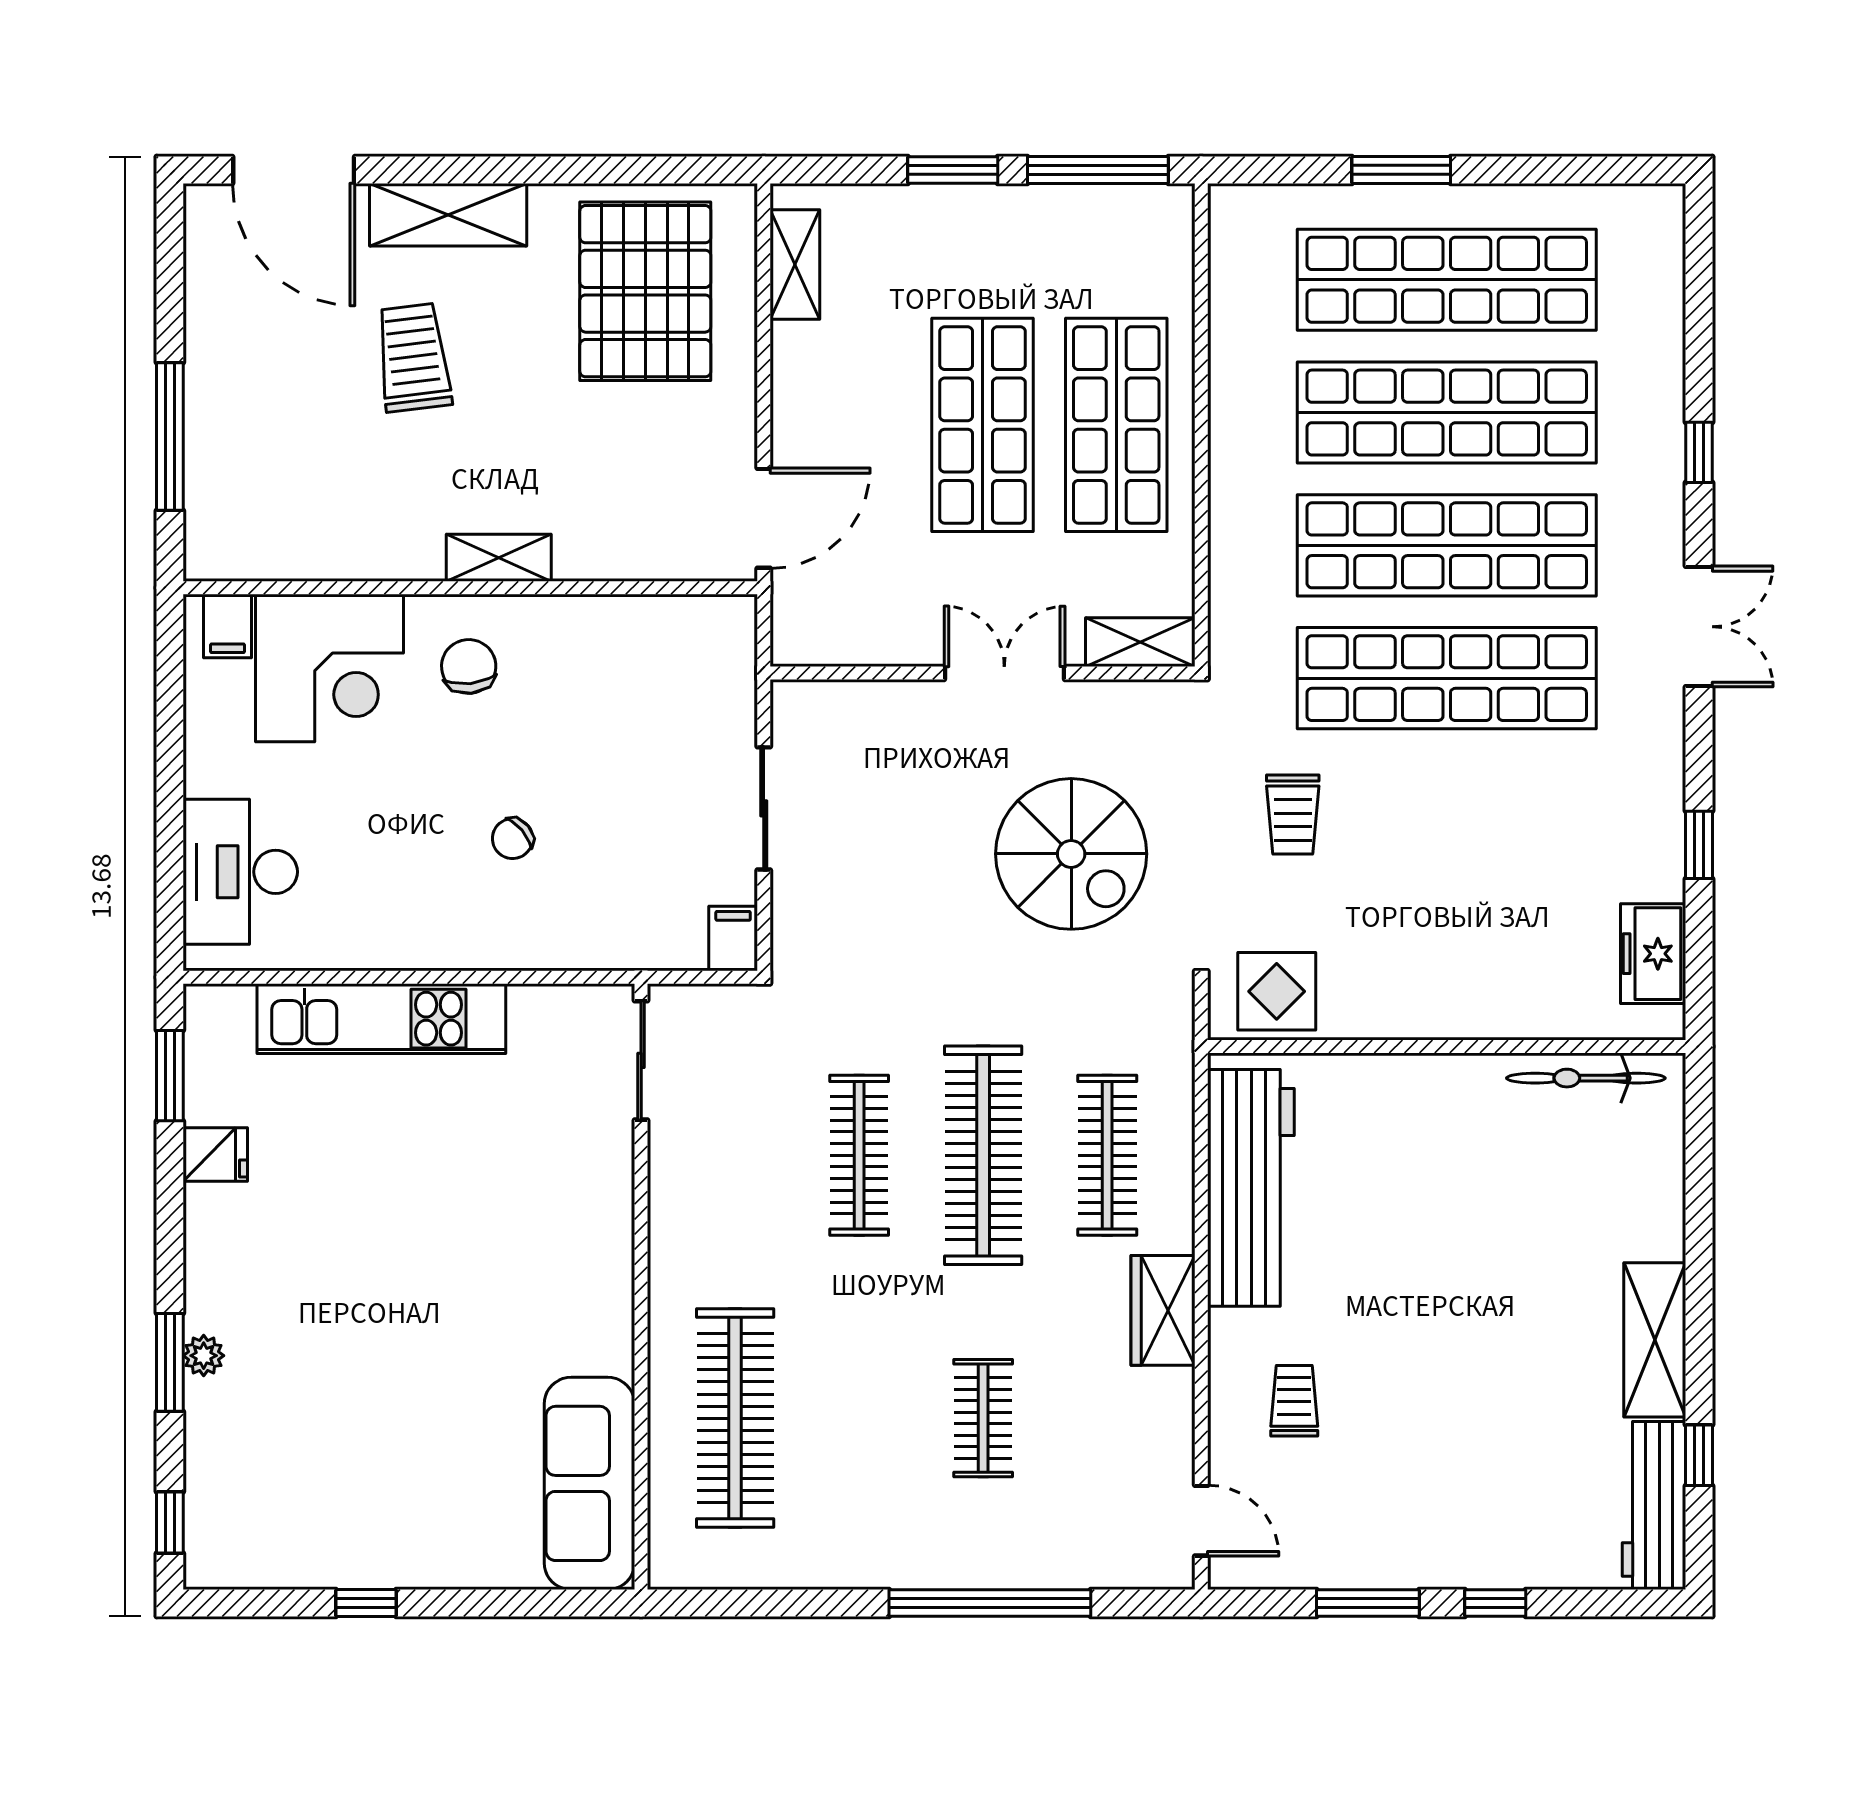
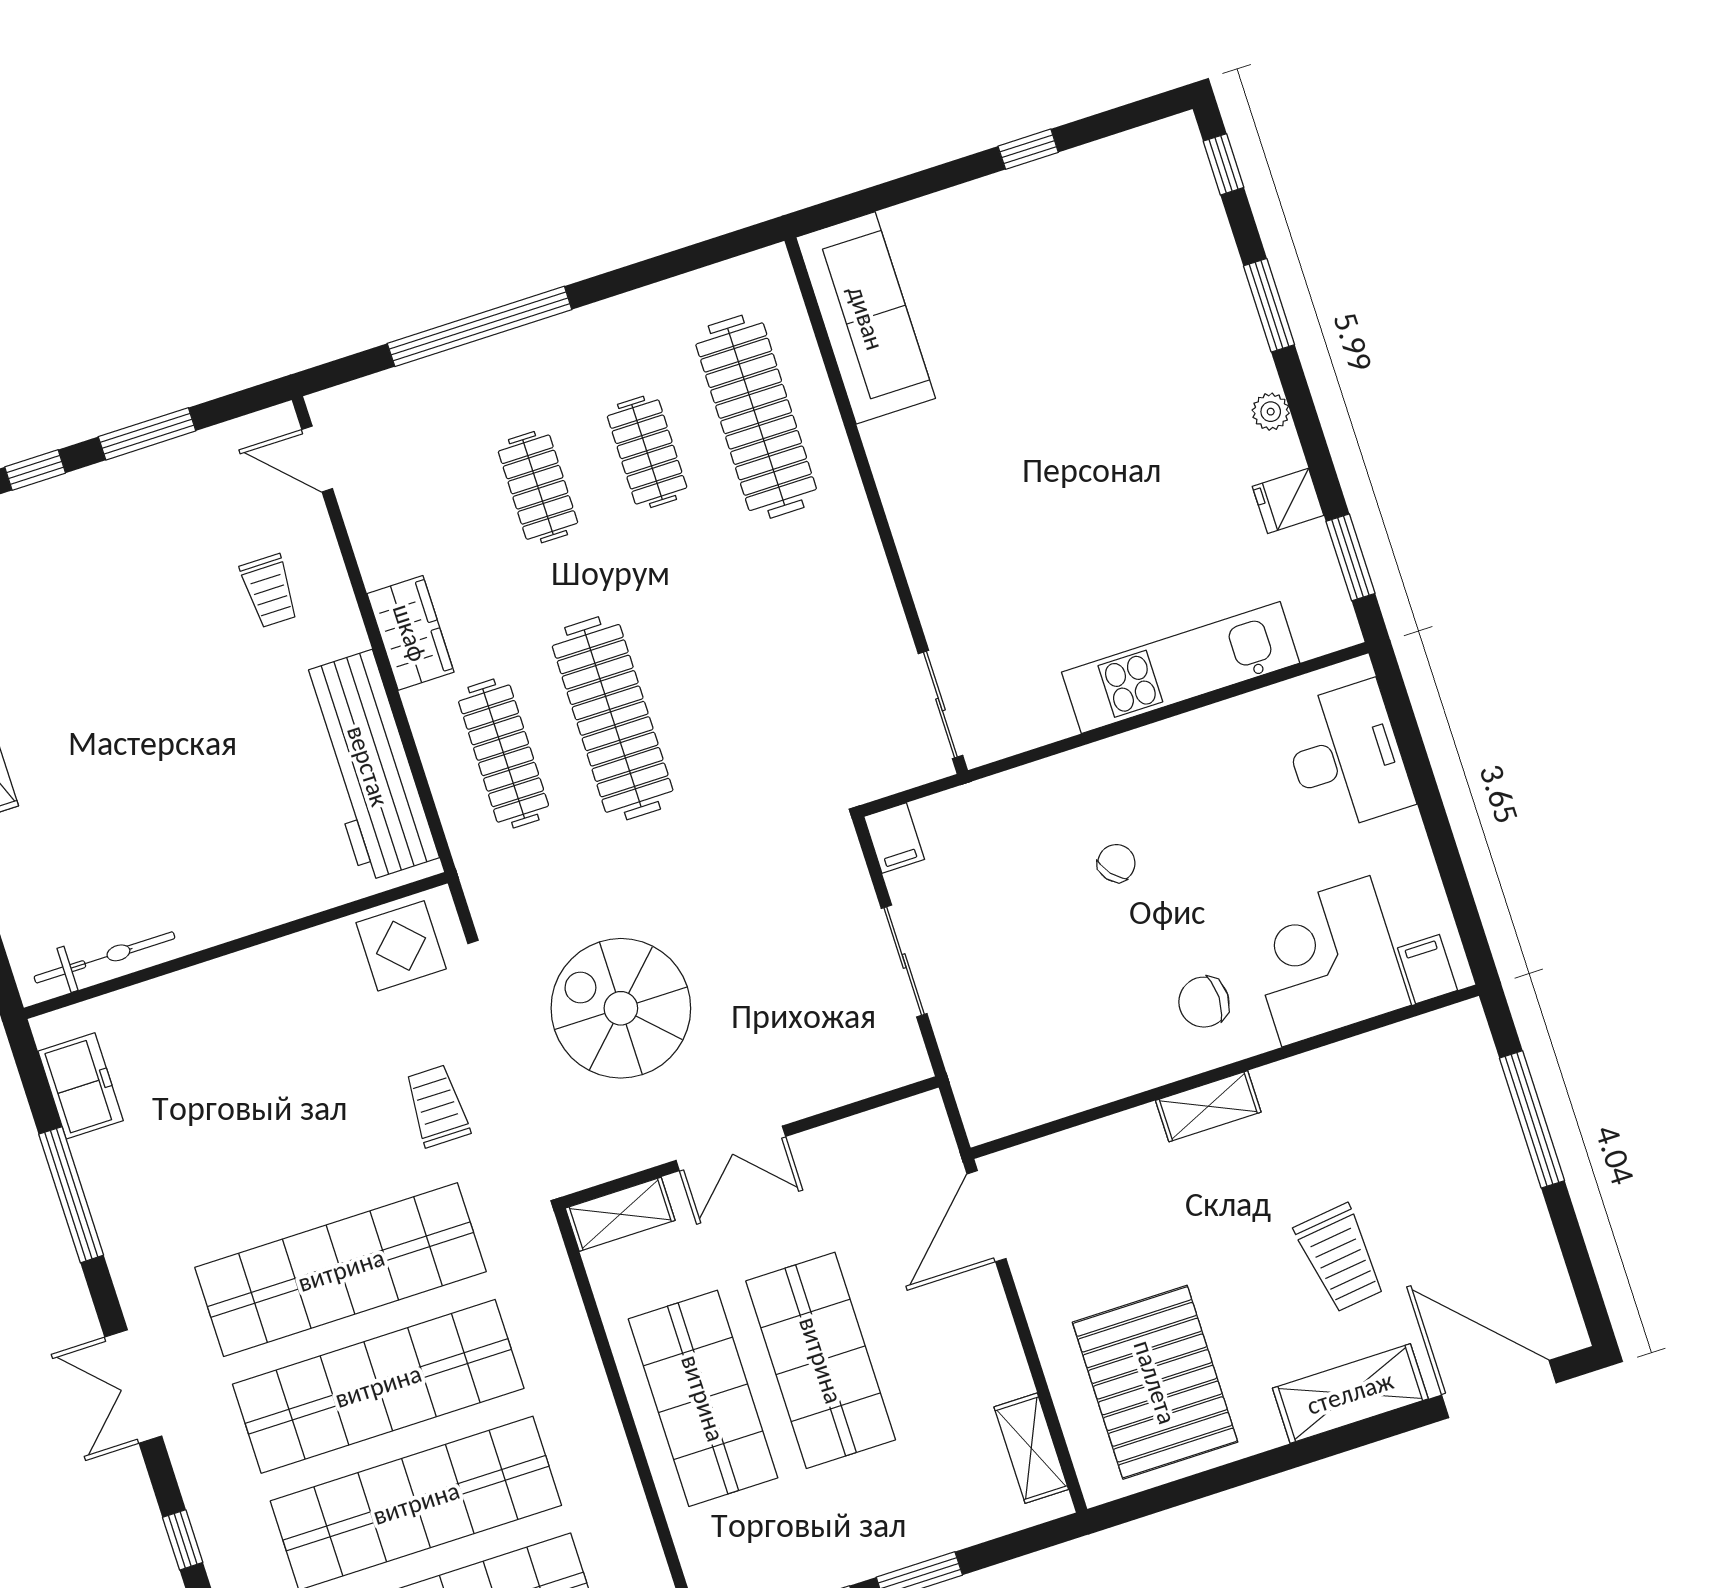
chair: (469, 666) -> (1204, 1002), turned 96
window: (1699, 845) -> (71, 1195), width x2.17
clothes rail: (859, 1155) -> (647, 452), moved, width x0.73
plant: (204, 1356) -> (1271, 412), moved

